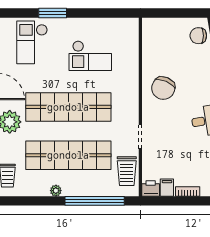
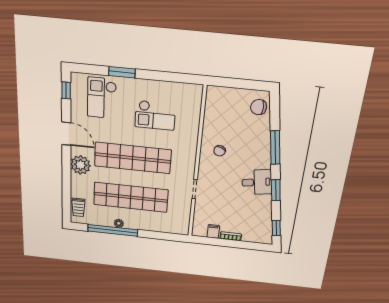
chair: (163, 88) -> (220, 151), width x0.54, depth x0.54
trolley: (127, 171) -> (180, 215), removed
printer: (151, 188) -> (199, 231), removed
window: (95, 201) -> (113, 230), moved

